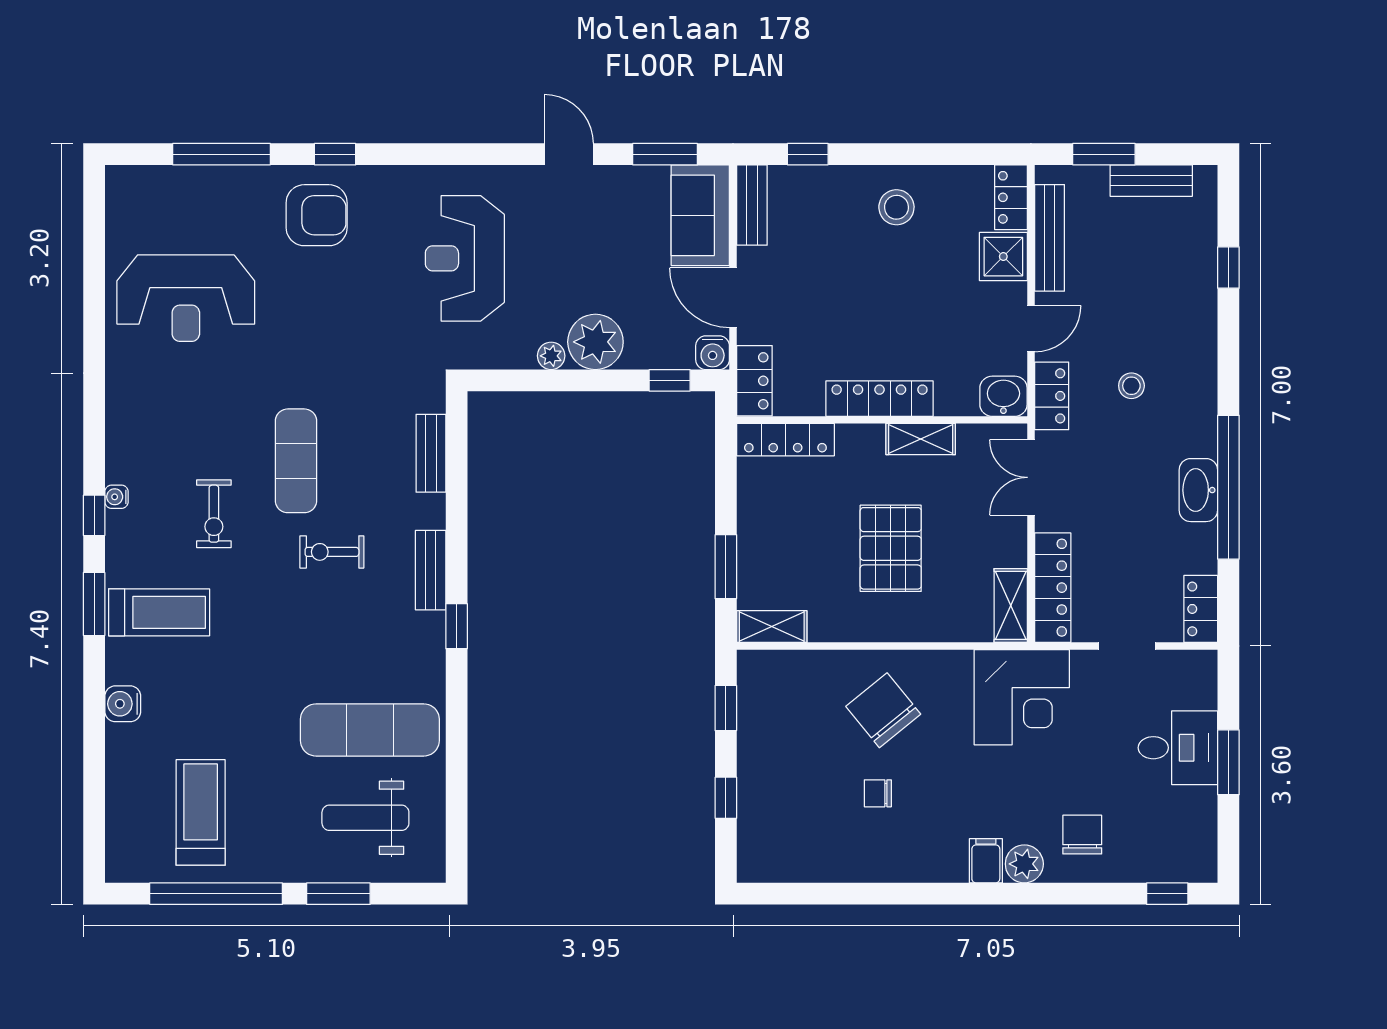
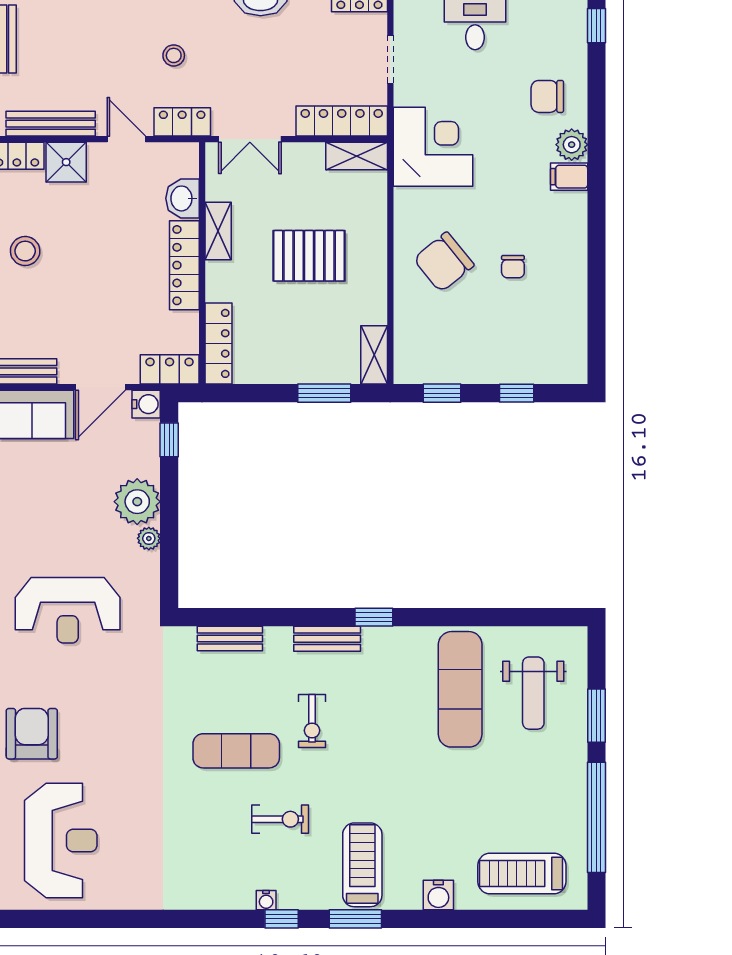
reception desk: (186, 298) -> (61, 840), moved
washbasin: (1003, 396) -> (182, 198), moved
treadmill: (201, 812) -> (522, 873), moved

